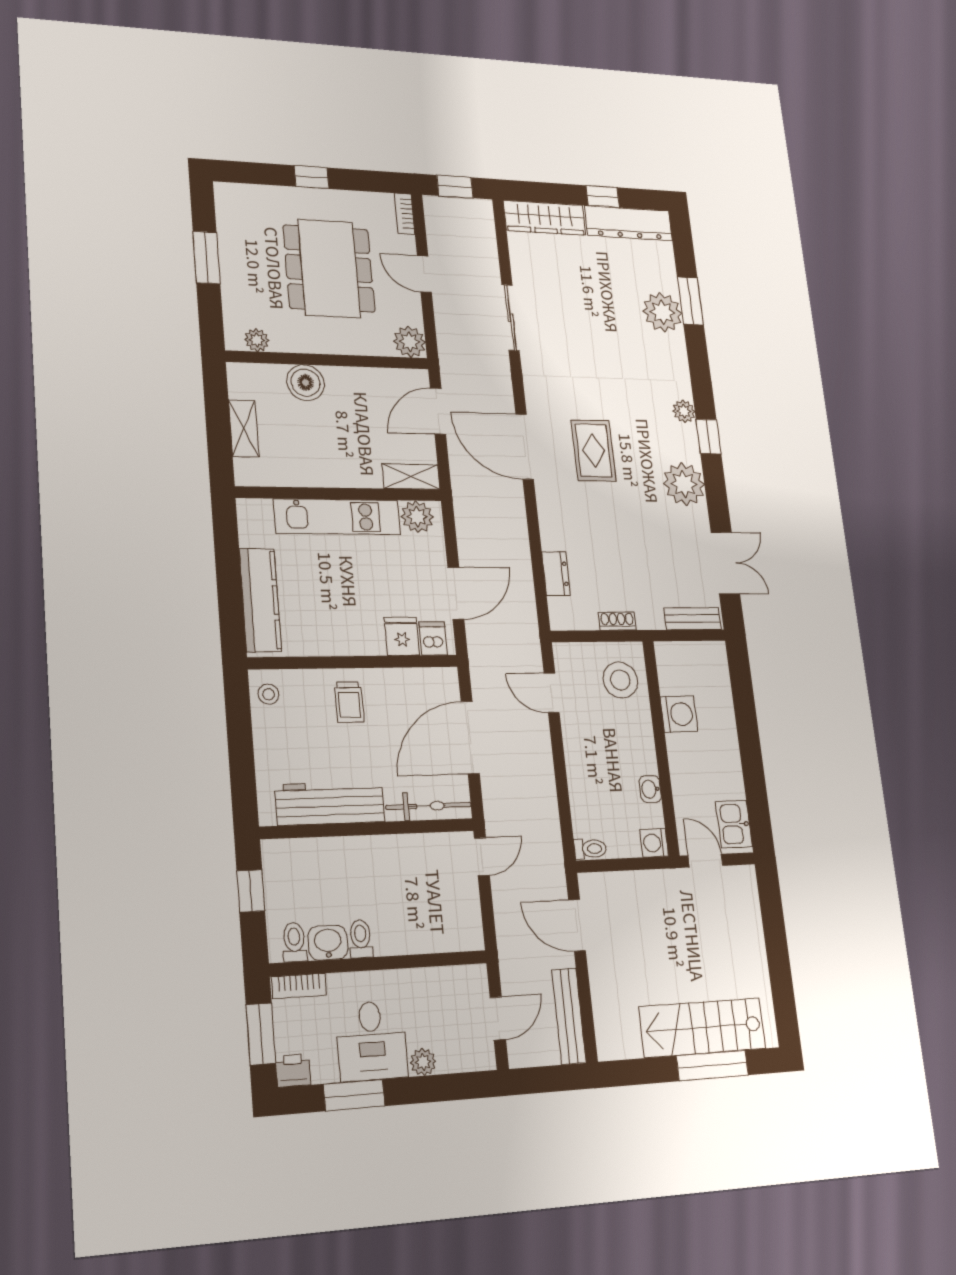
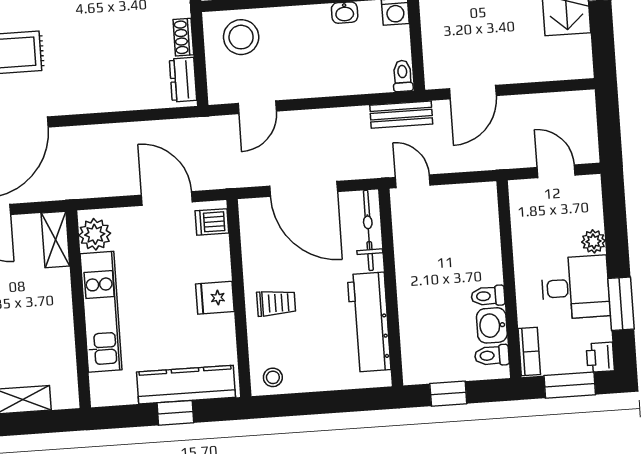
dresser: (556, 574) -> (183, 80), moved, turned -90
window: (229, 587) -> (175, 413), added
fridge: (402, 636) -> (215, 298), moved
bench: (569, 1016) -> (401, 115), moved, width x0.73

